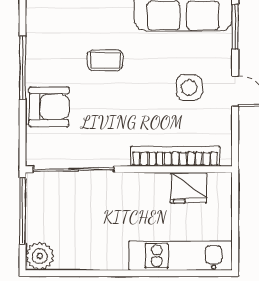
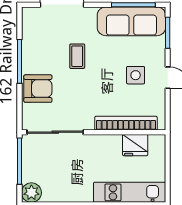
coffee table: (105, 60) -> (77, 56), turned 90

